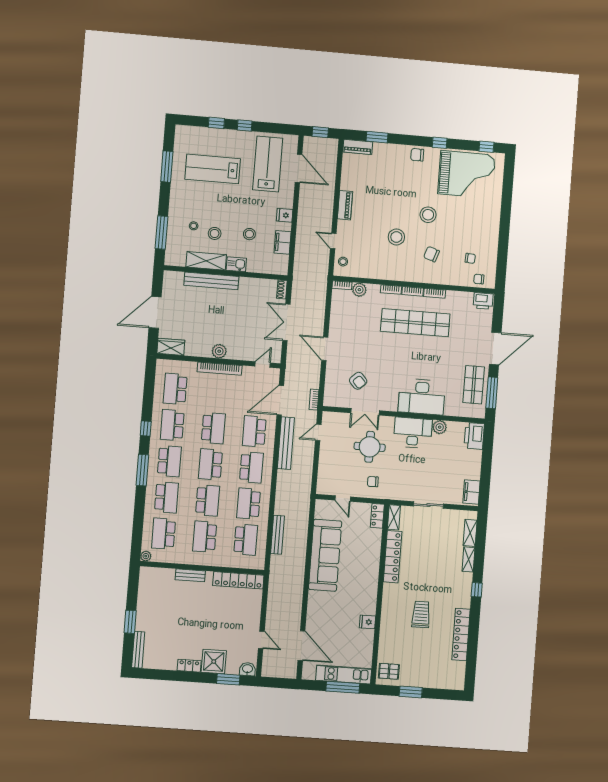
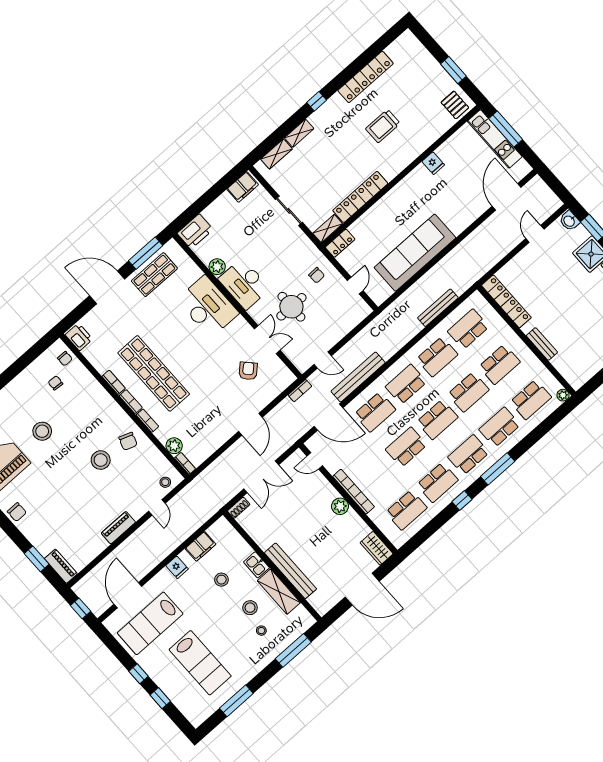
stool: (428, 215) -> (42, 431), moved
chair: (432, 254) -> (128, 441), moved
school desk: (208, 500) -> (468, 392), turned 180

